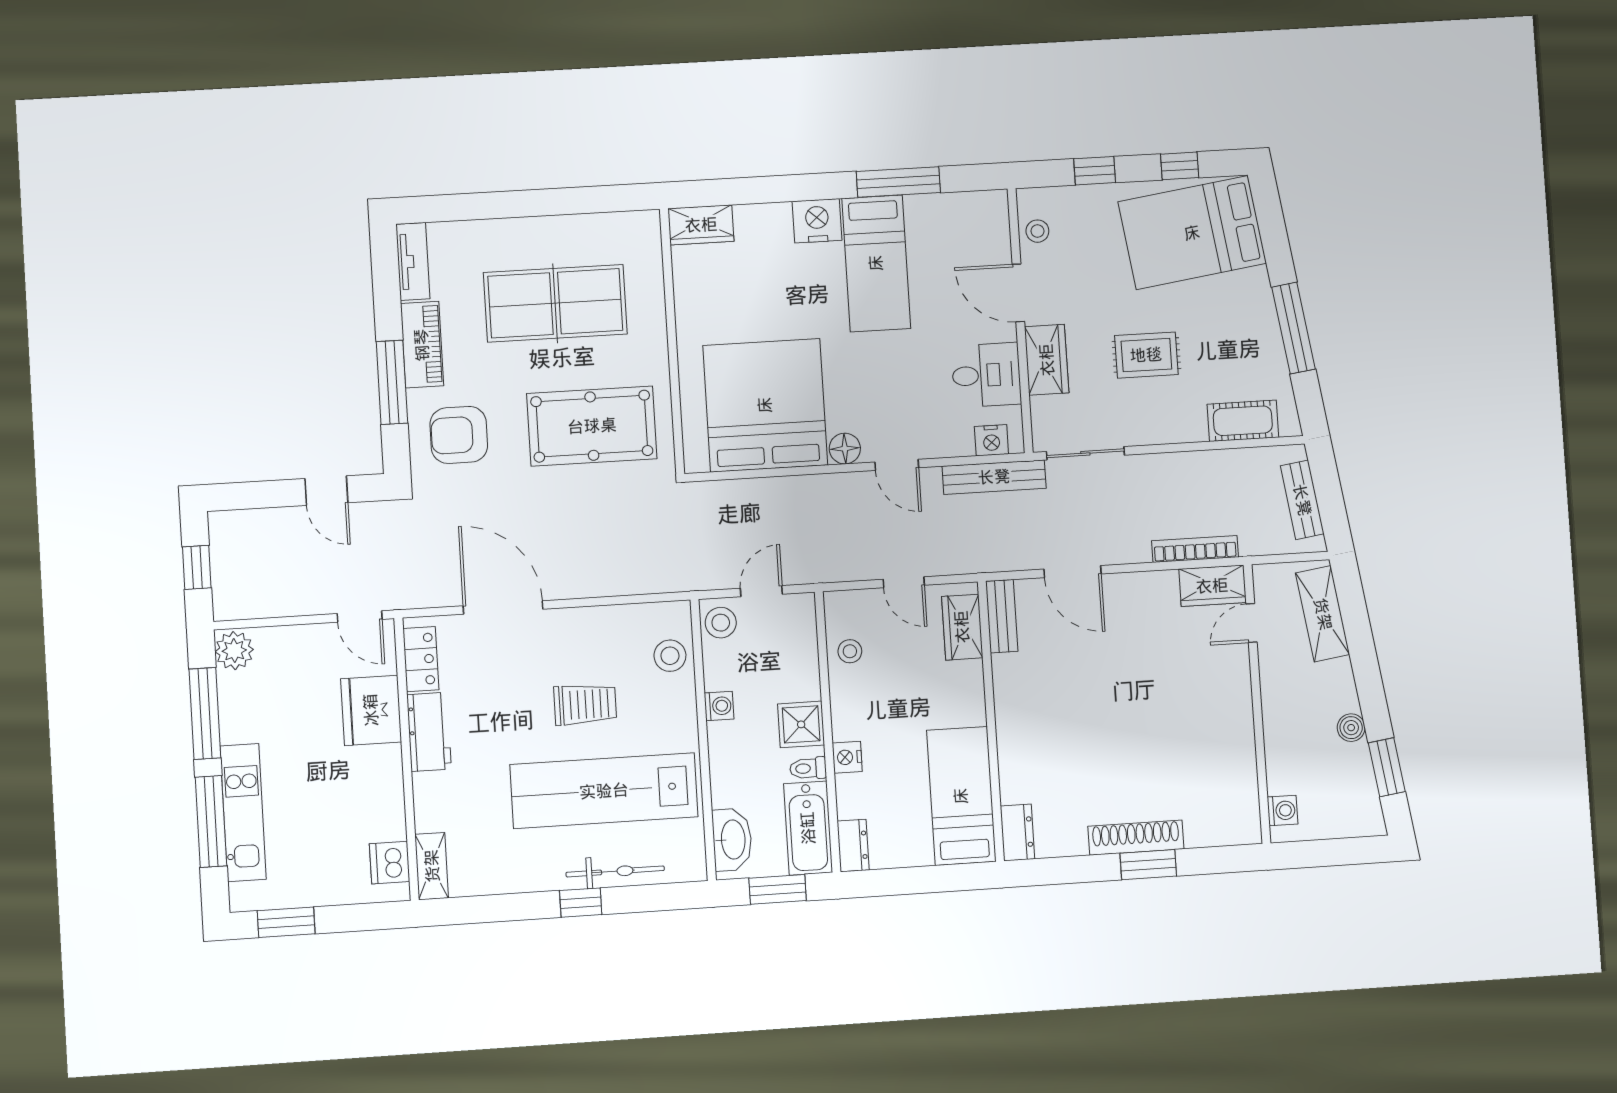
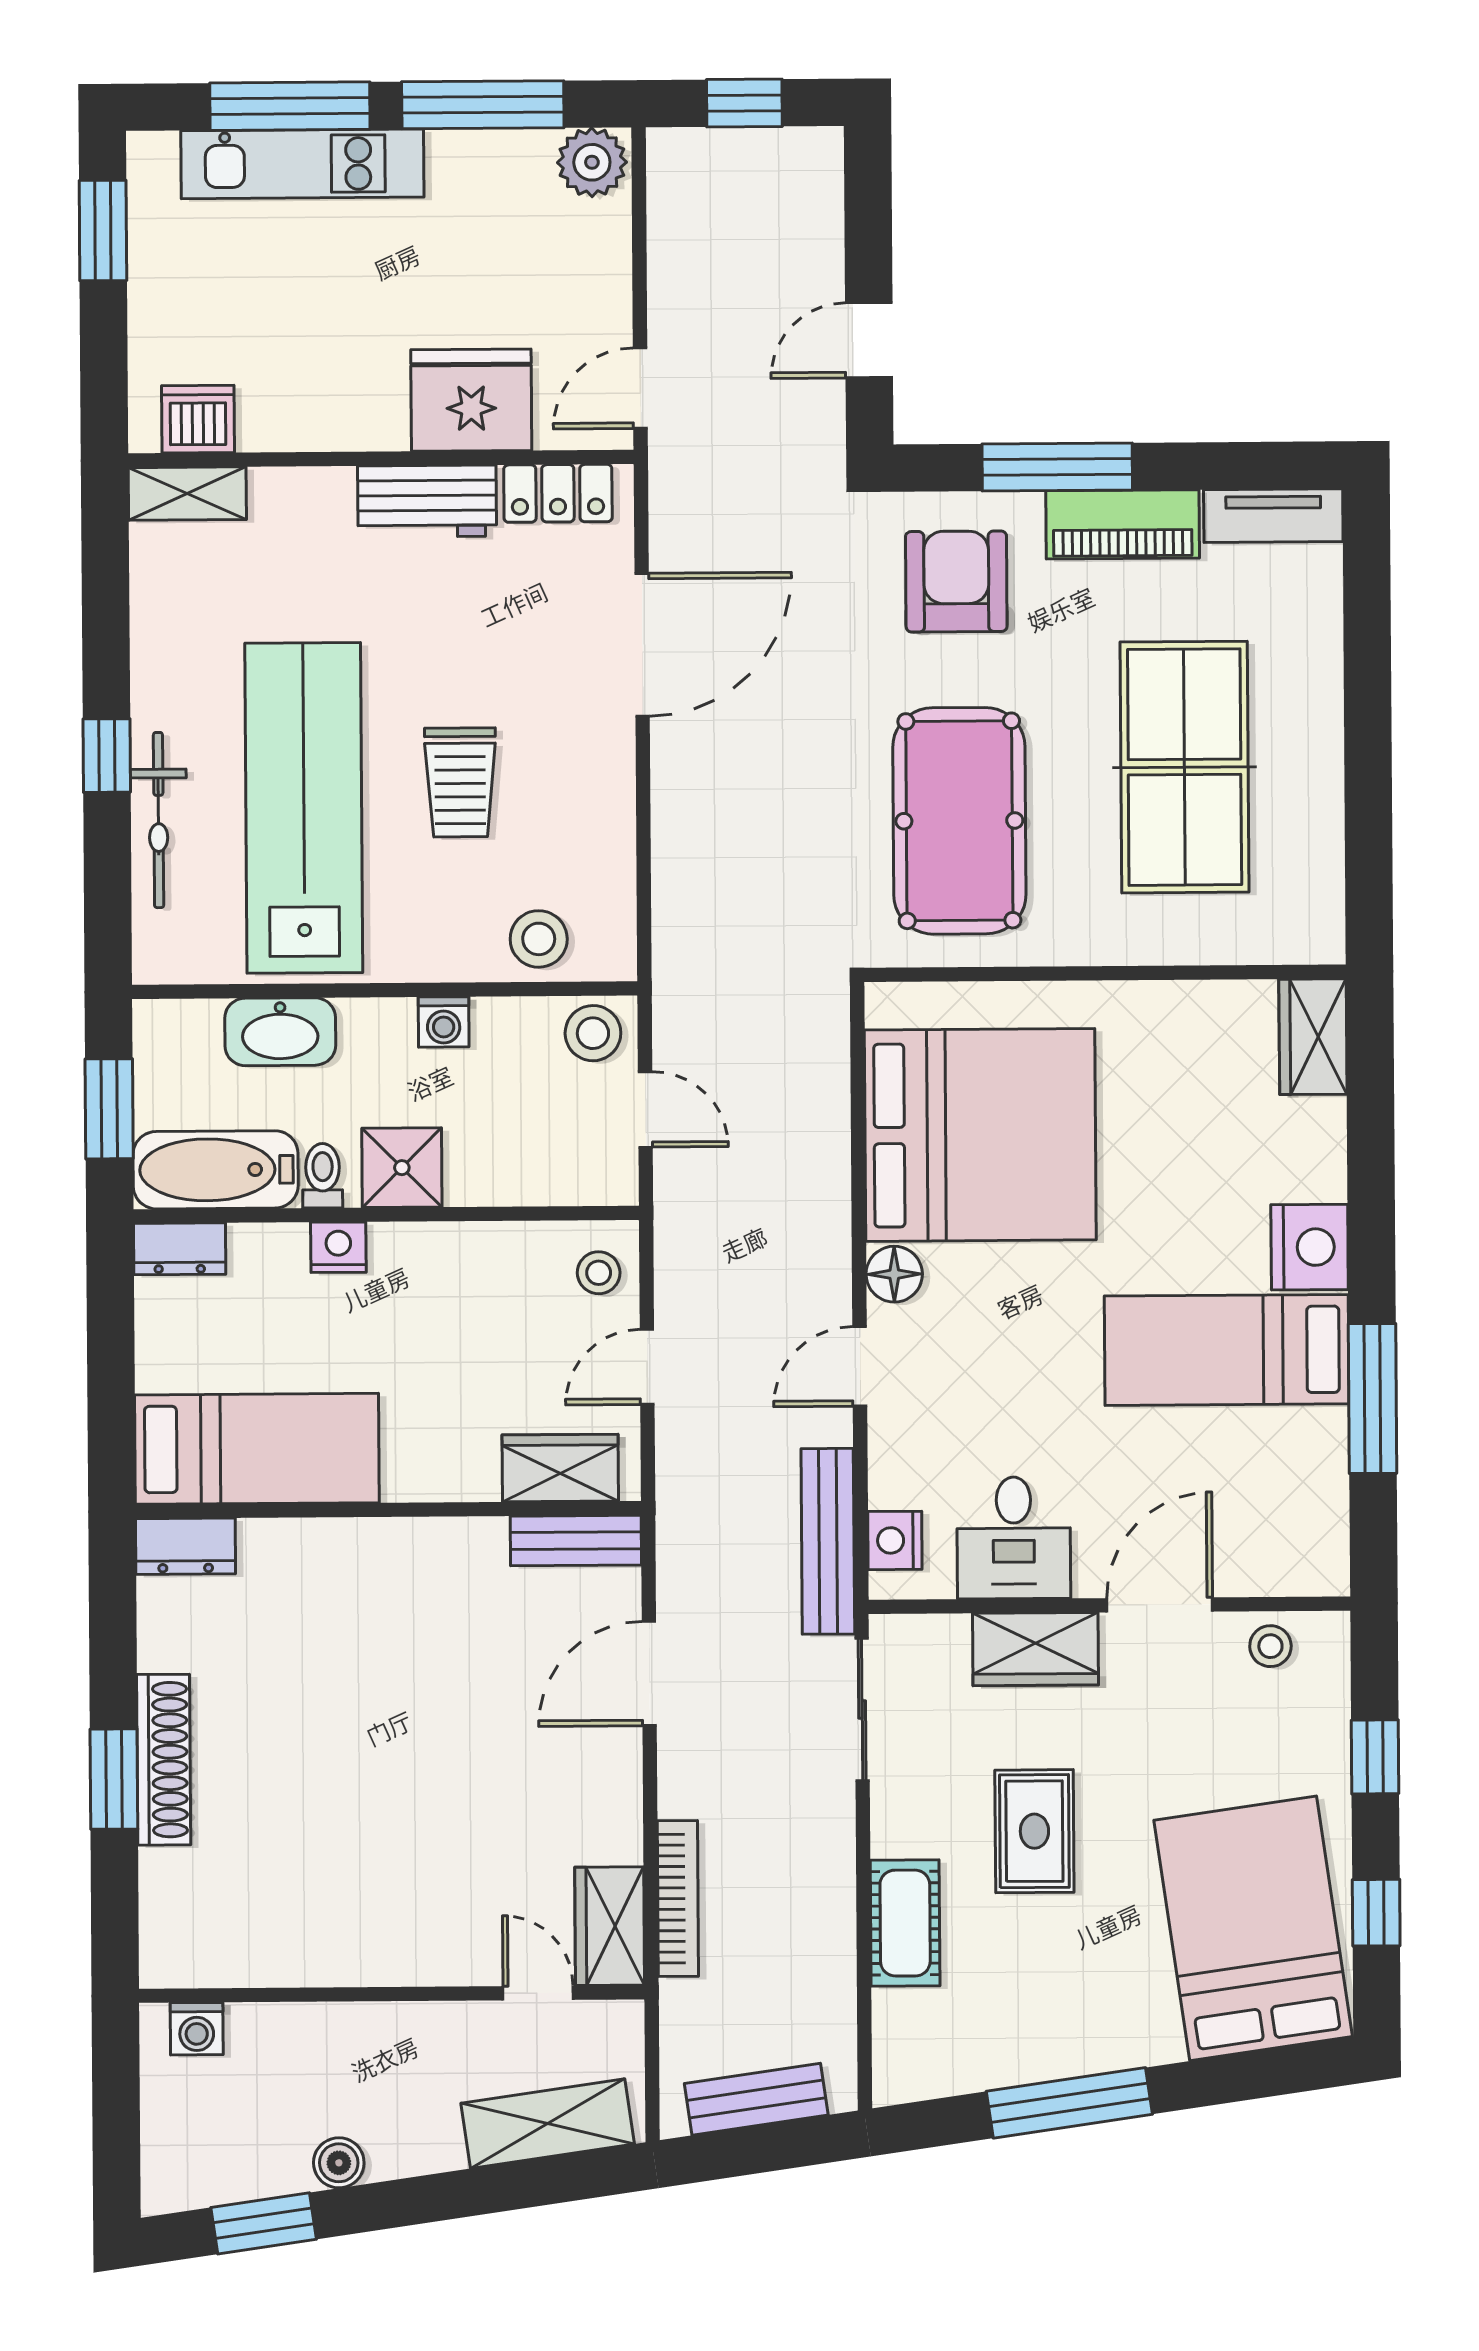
cot: (1243, 421) -> (905, 1923), moved
stool: (850, 651) -> (599, 1273), moved
washbasin: (732, 840) -> (280, 1032), moved

